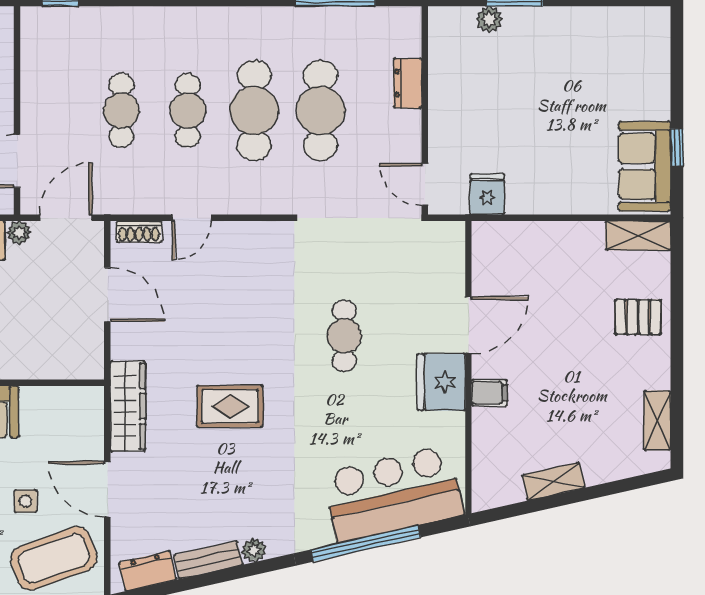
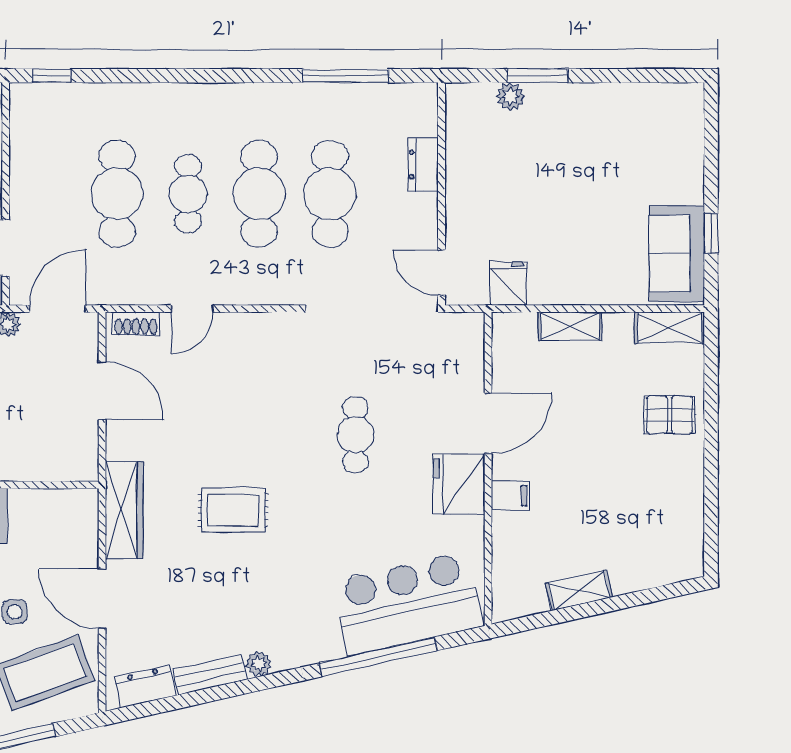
cafe table: (121, 110) -> (117, 194), width x1.37, depth x1.35
shelving: (657, 420) -> (570, 326), moved, turned 90

